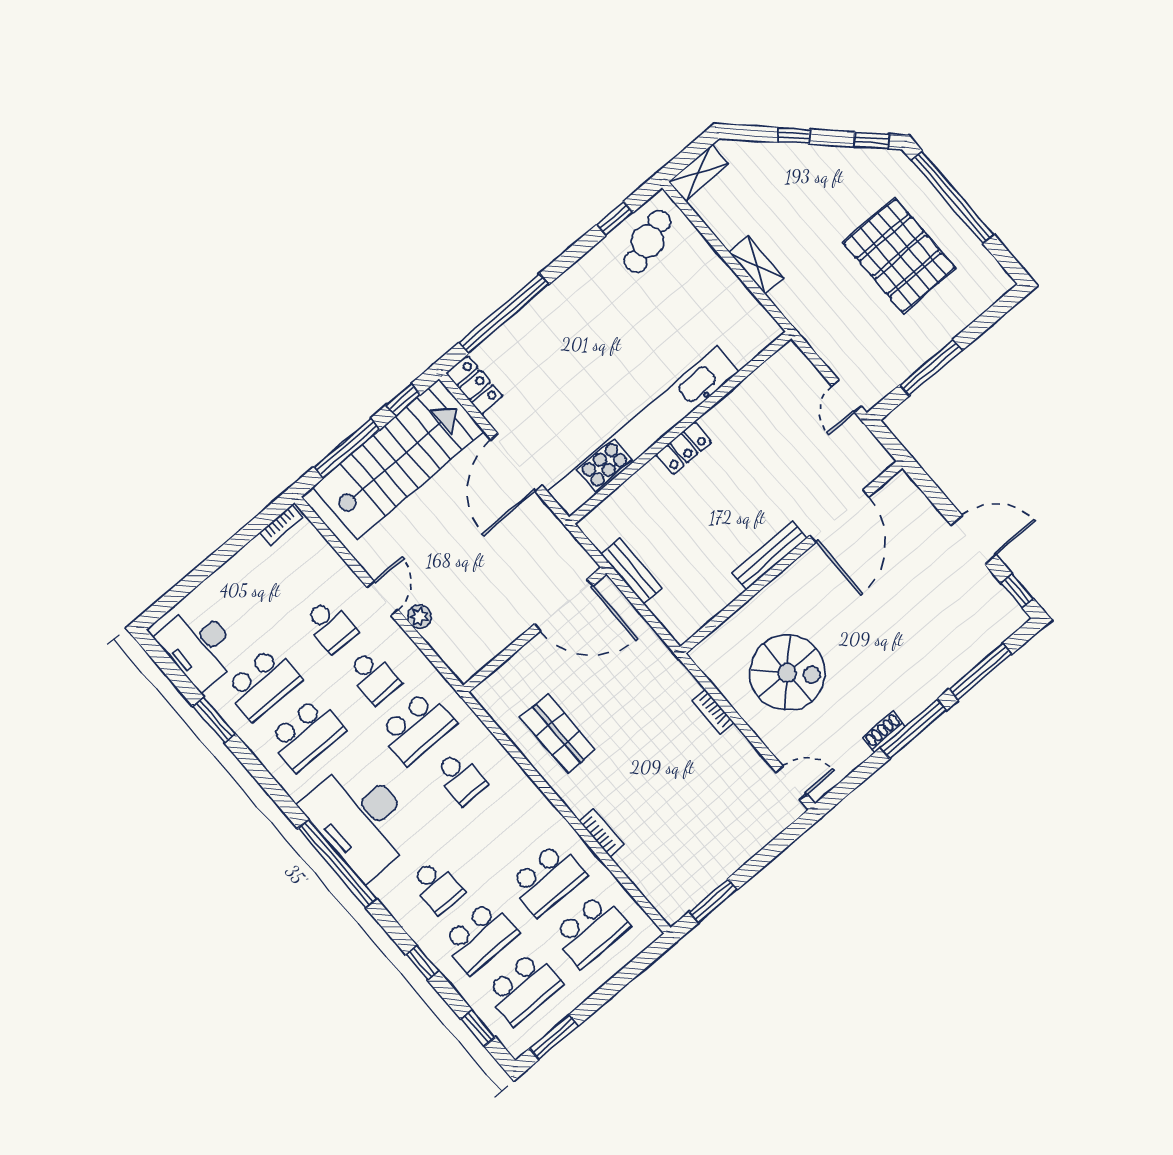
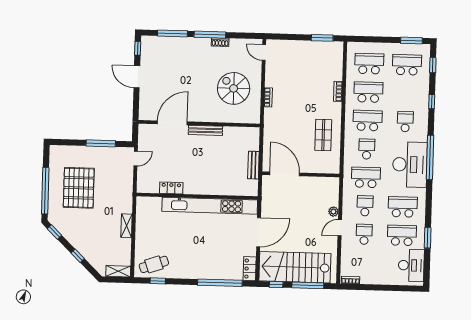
locker: (684, 448) -> (171, 188), moved
school desk: (480, 937) -> (368, 121), moved

